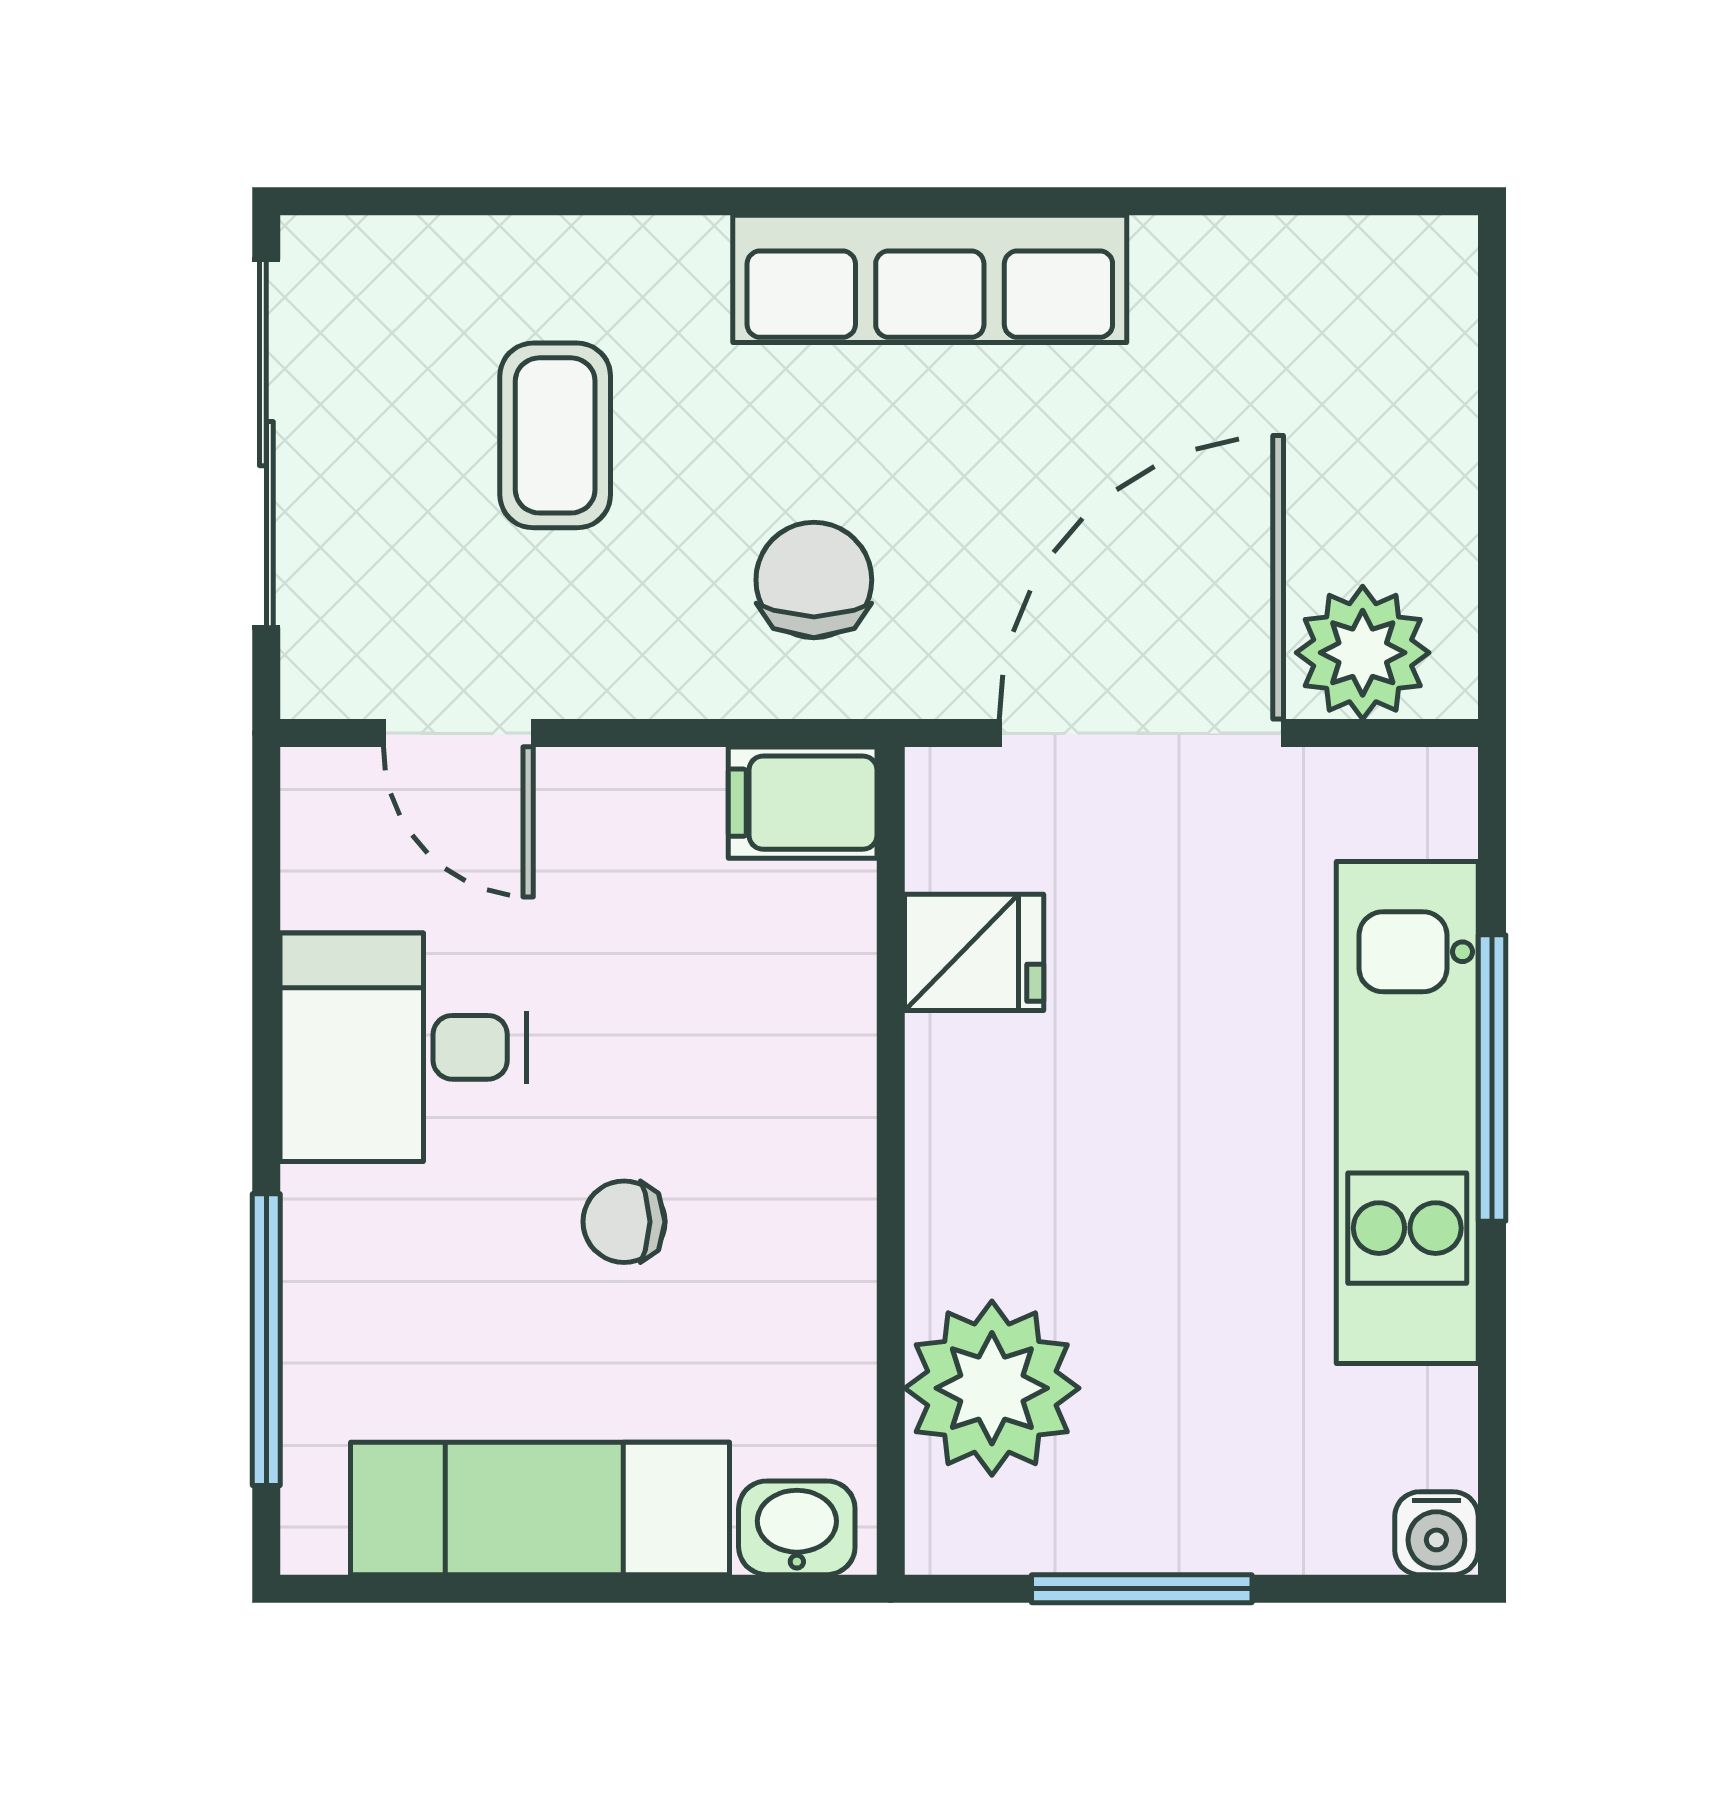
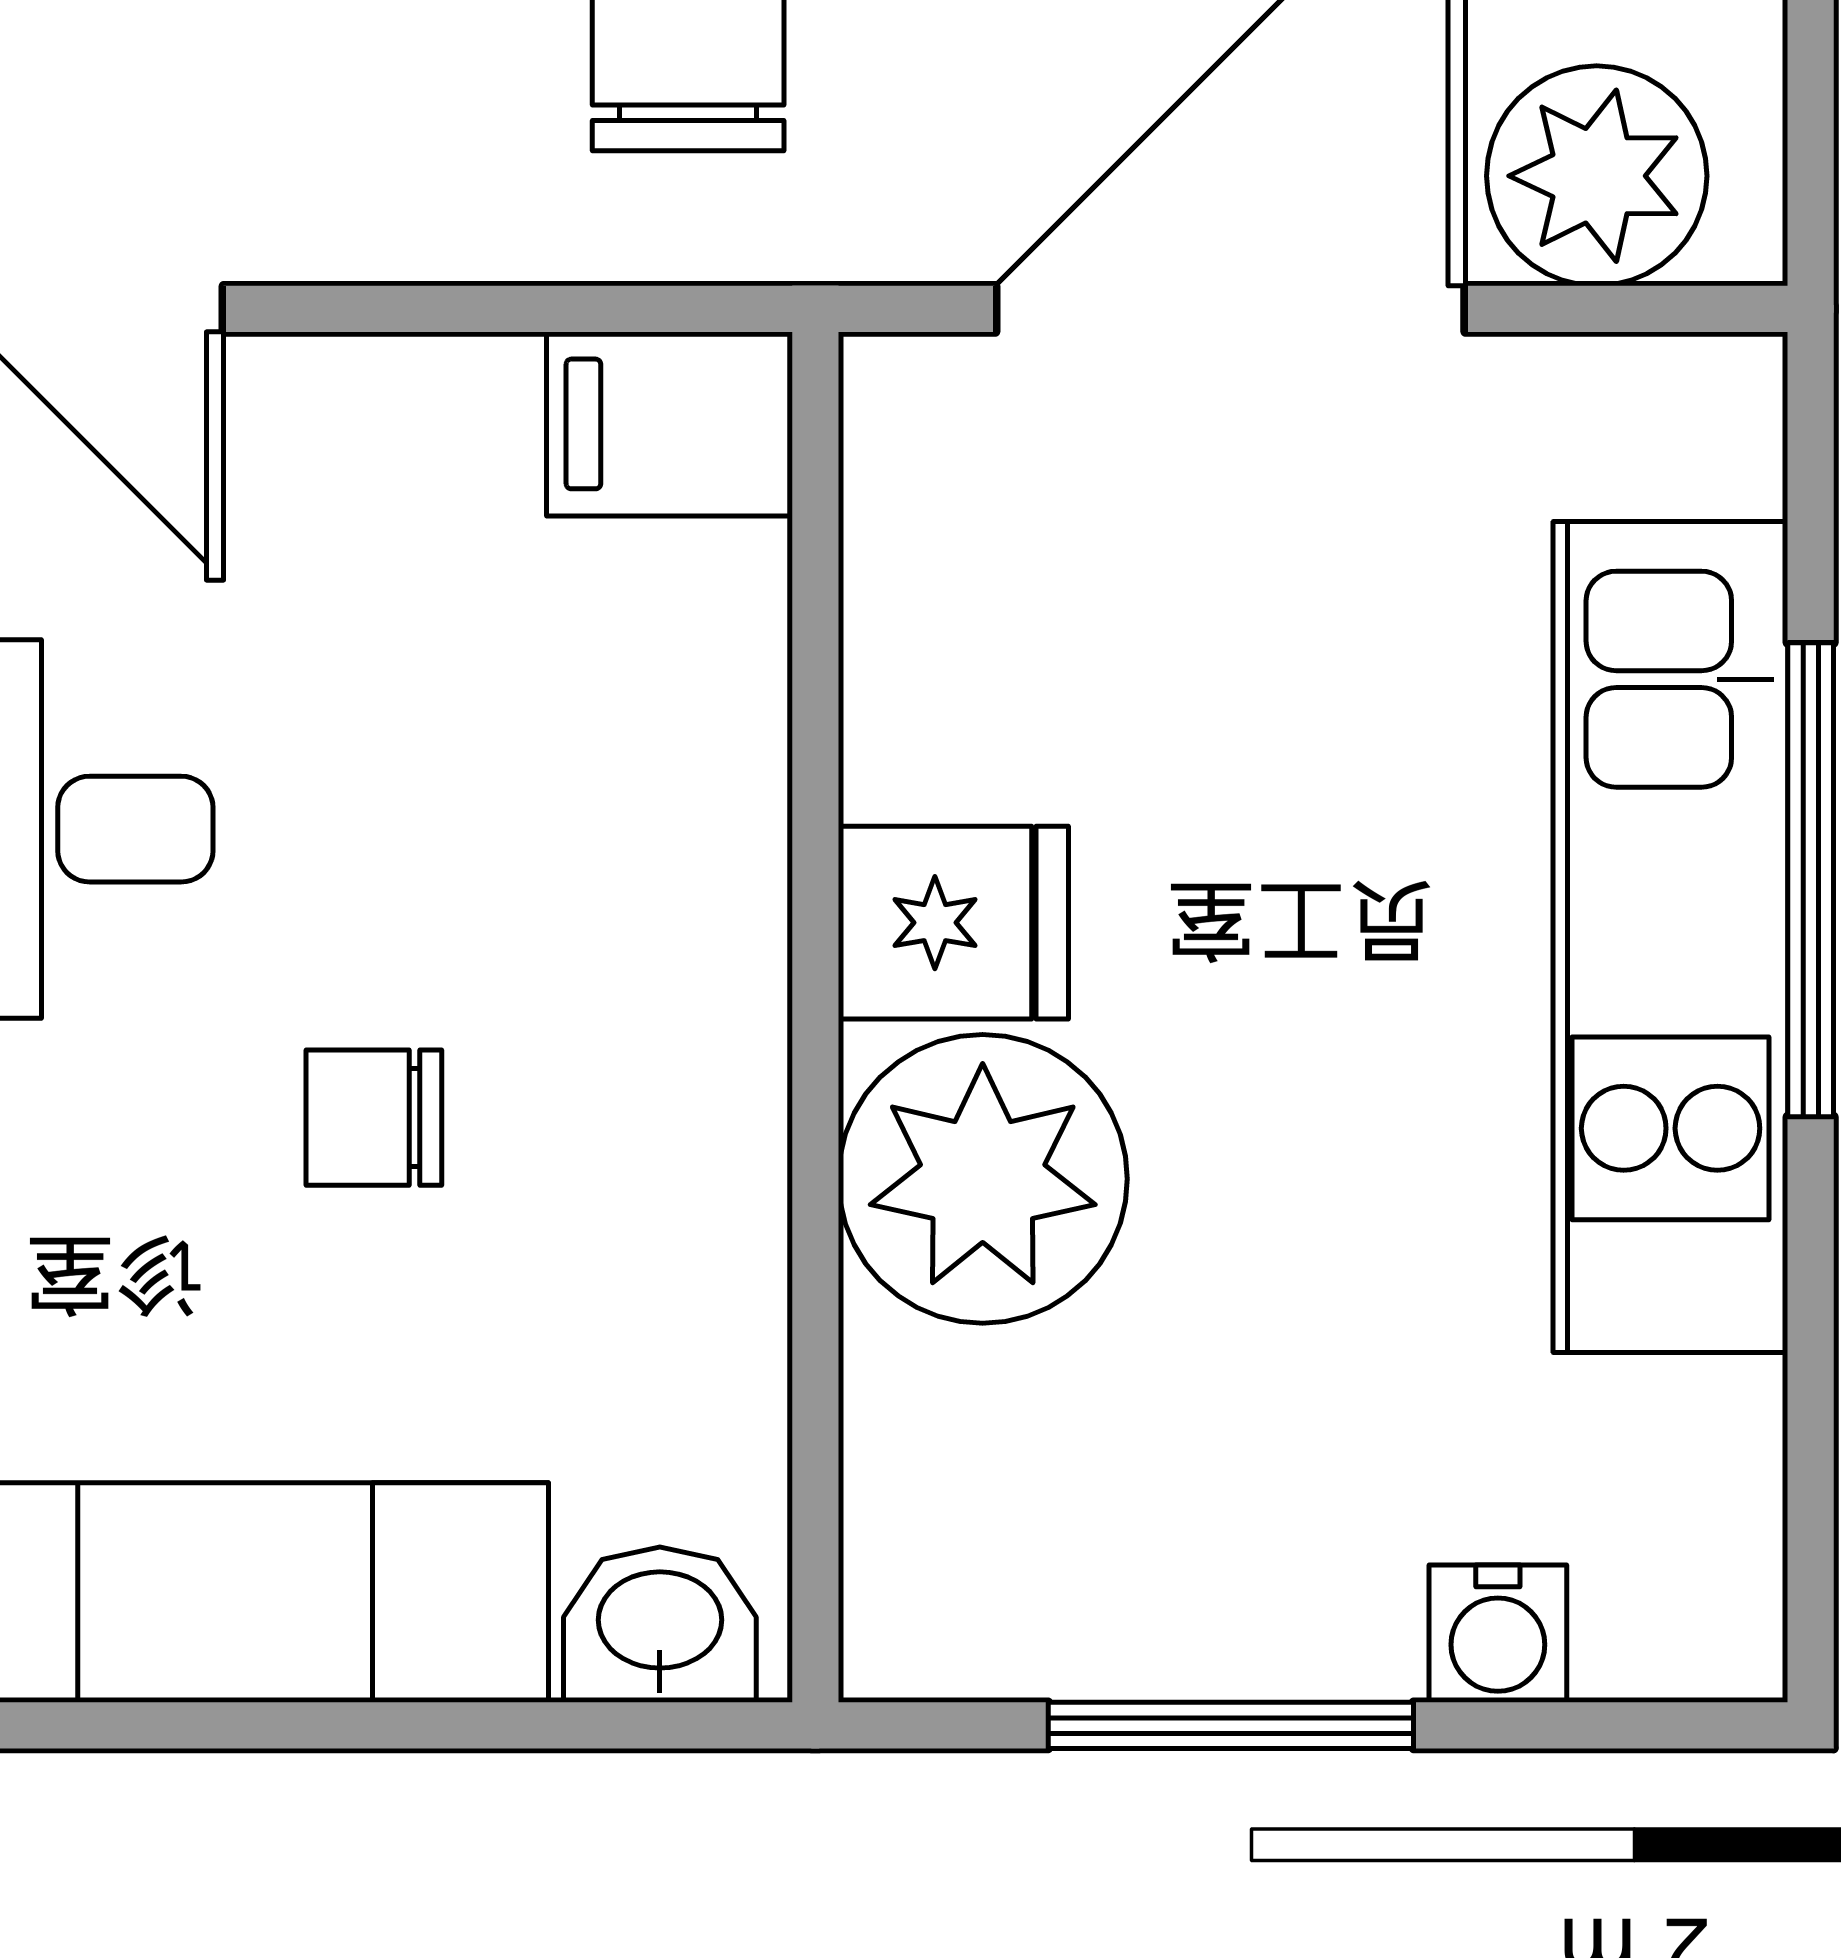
fridge: (974, 952) -> (953, 923), moved
plant: (992, 1388) -> (983, 1179), moved
water cooler: (1436, 1533) -> (1498, 1634), moved

